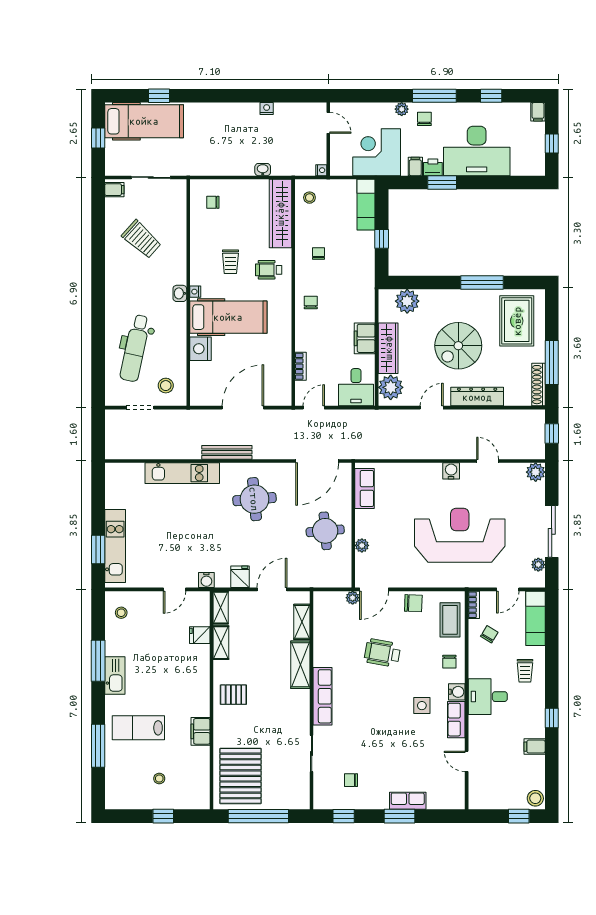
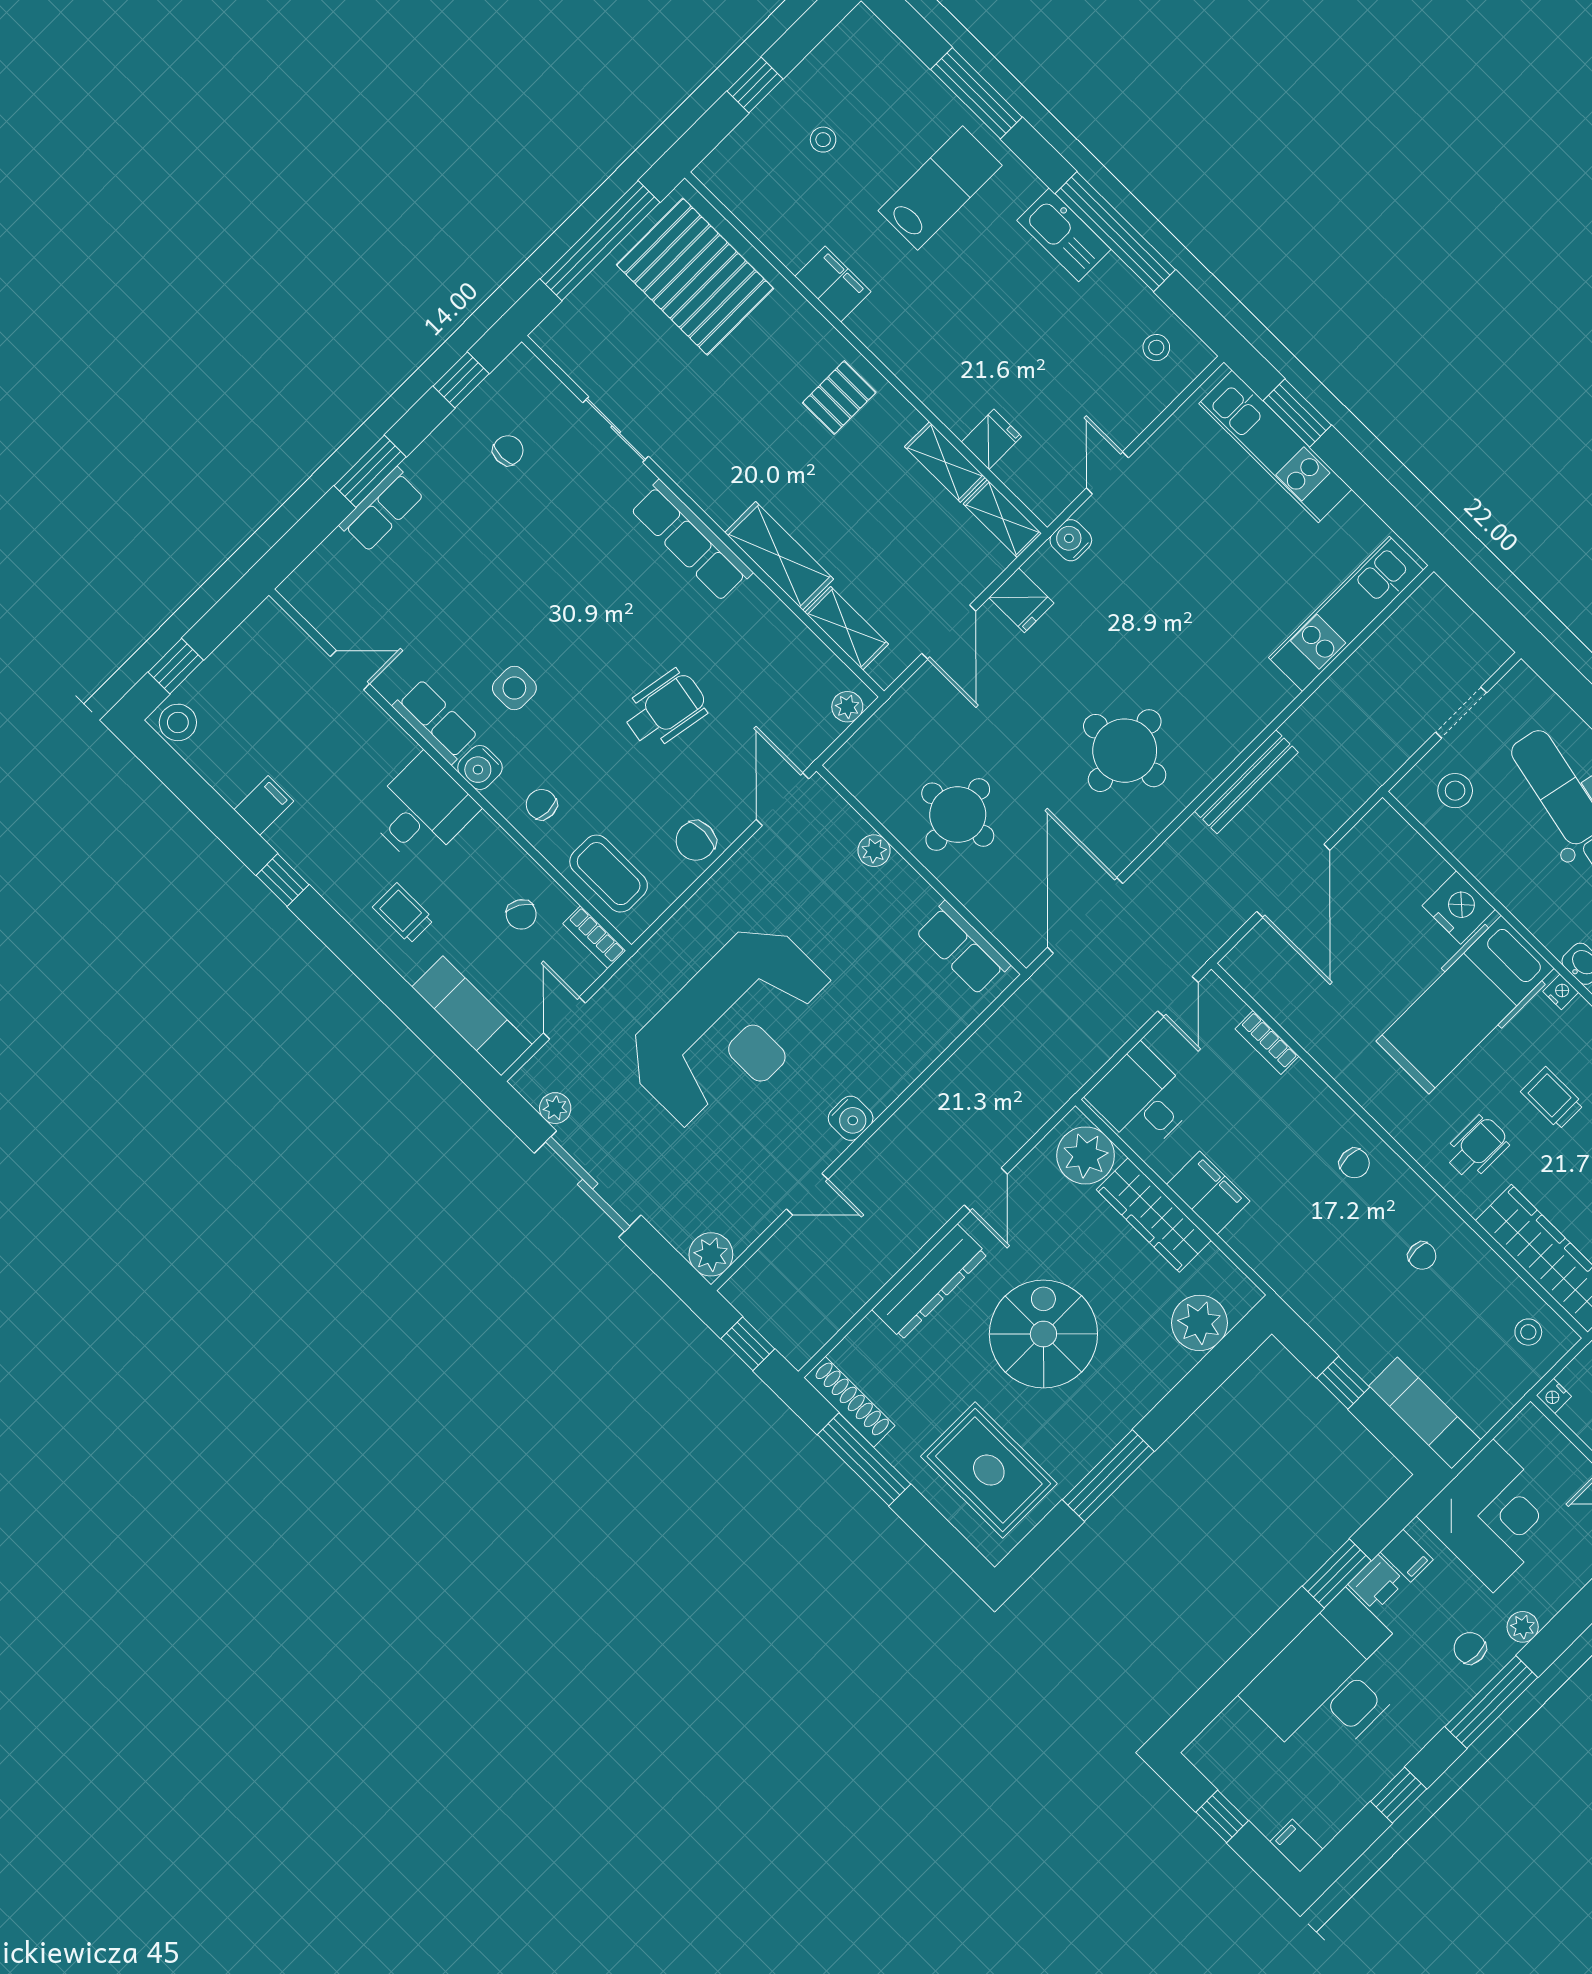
chair: (424, 119) -> (1470, 1648), turned 180
kitchen unit: (182, 473) -> (1346, 614), moved
plant: (353, 598) -> (847, 707), moved
window: (98, 661) -> (1115, 232), width x1.46

